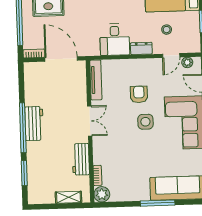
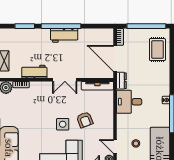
dresser: (141, 48) -> (121, 81), moved
door: (61, 59) -> (115, 58), swing flipped
armchair: (139, 94) -> (85, 120), turned 69

